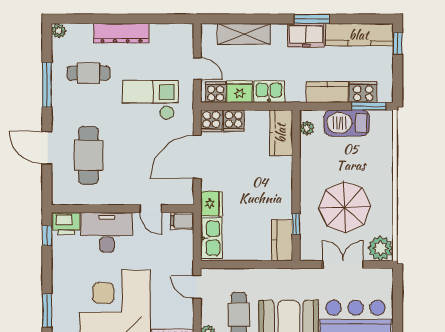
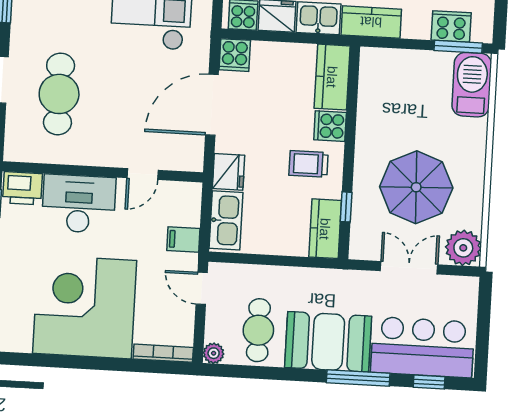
kitchen counter: (327, 92) -> (371, 22), moved
cooker: (234, 121) -> (330, 126), moved, turned 90
barbecue: (347, 123) -> (472, 85), moved, turned 90
plant: (307, 128) -> (369, 73), removed
trolley: (268, 195) -> (309, 164), added
door: (151, 209) -> (143, 174), hinge flipped
filing cabinet: (182, 221) -> (183, 239), moved

